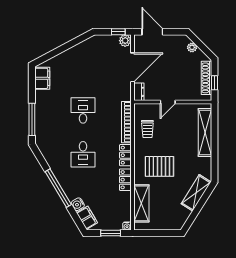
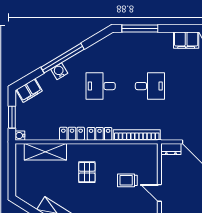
door: (168, 102) -> (159, 193), moved
trolley: (147, 129) -> (127, 180), moved
pallet: (159, 166) -> (87, 172), width x0.67, depth x0.71
water cooler: (78, 204) -> (59, 71), moved

